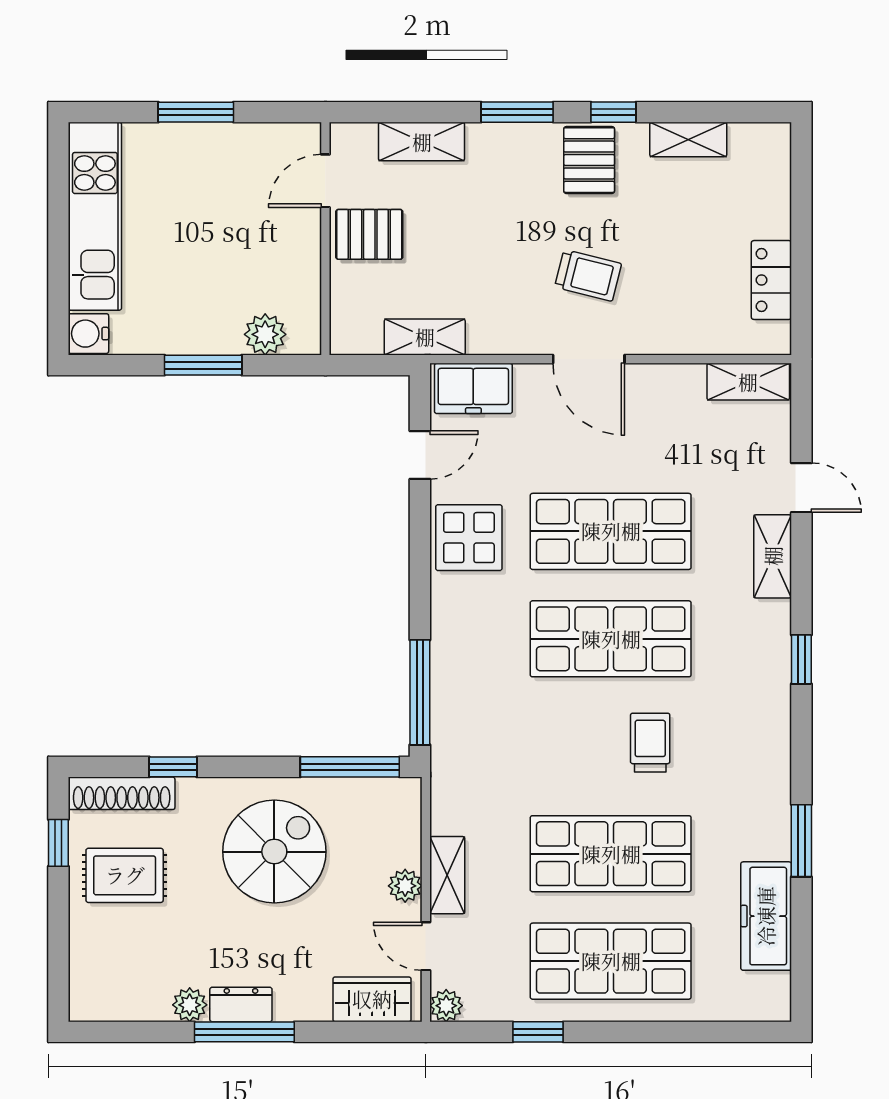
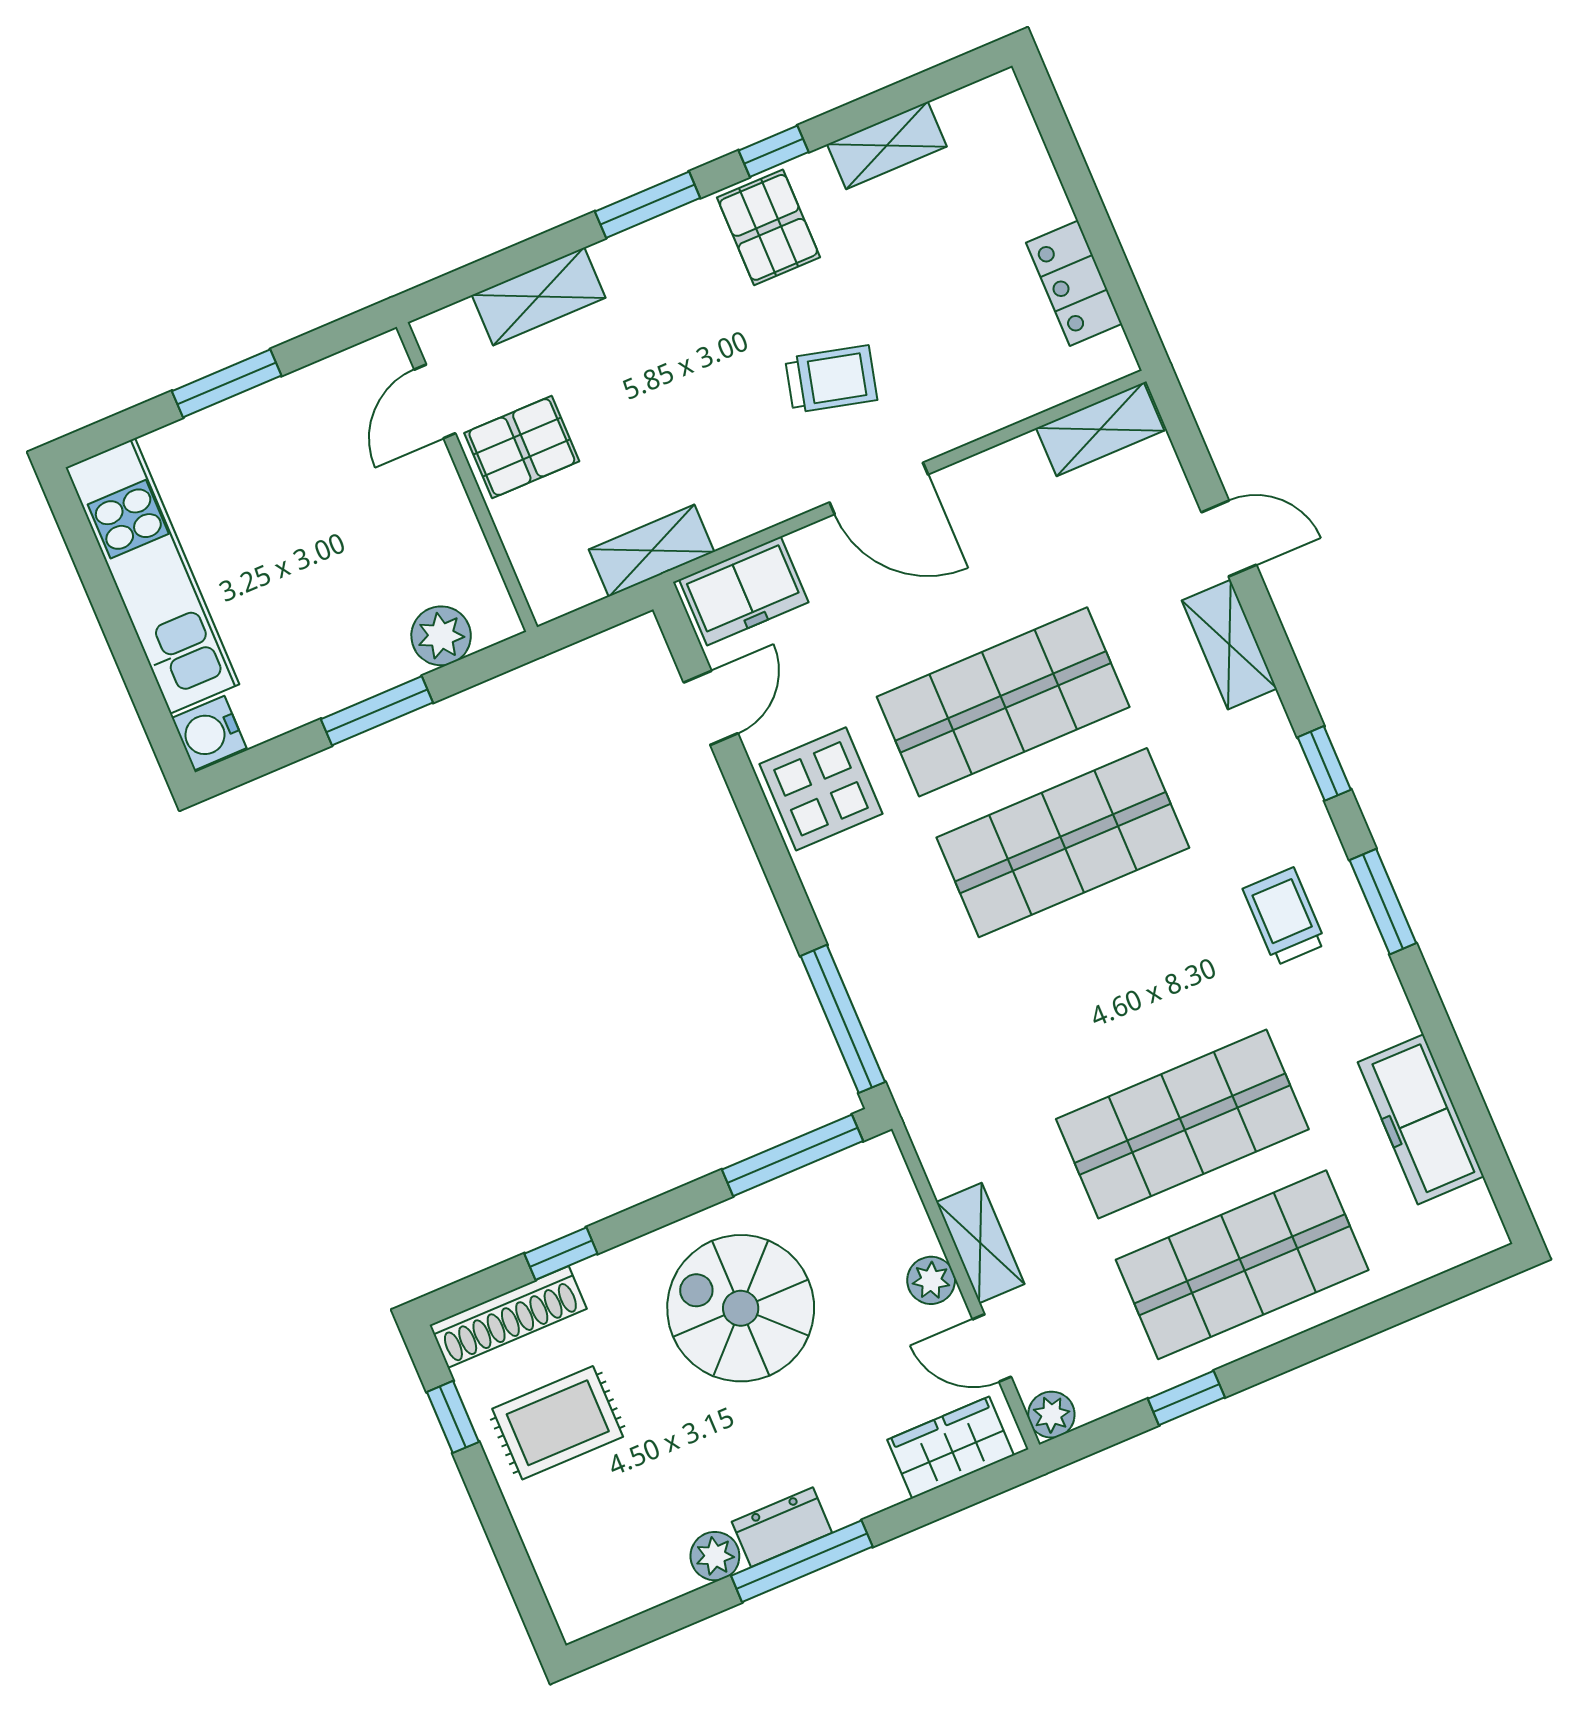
trolley: (650, 743) -> (1284, 916), moved
window: (801, 841) -> (1383, 902), moved
spiral stairs: (274, 852) -> (741, 1308), turned -90

